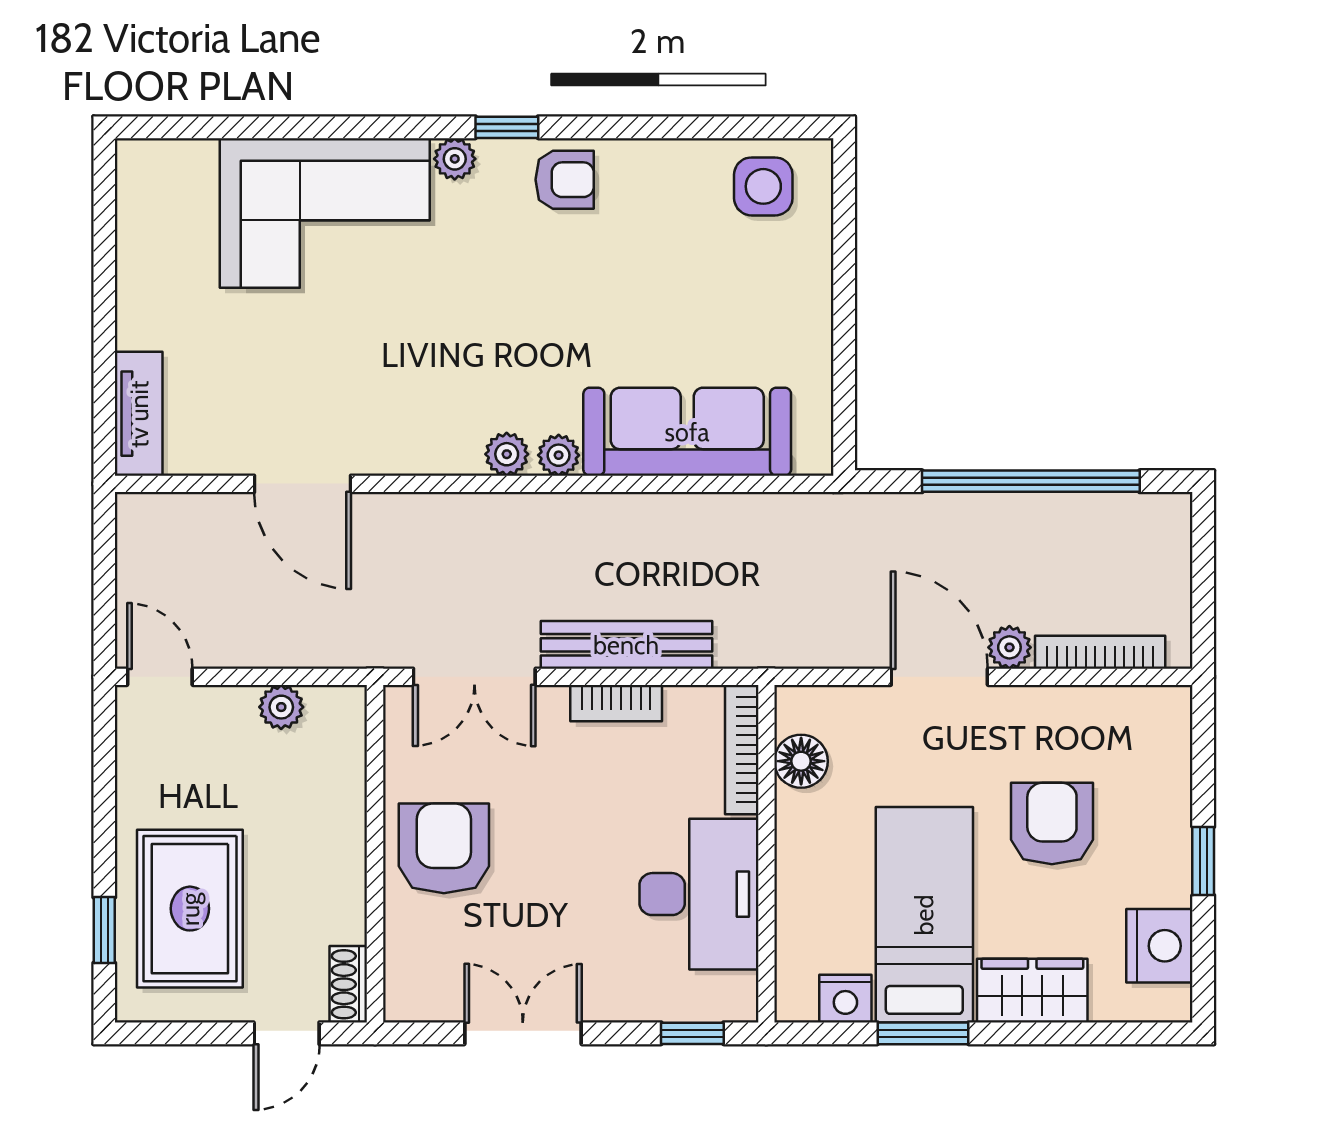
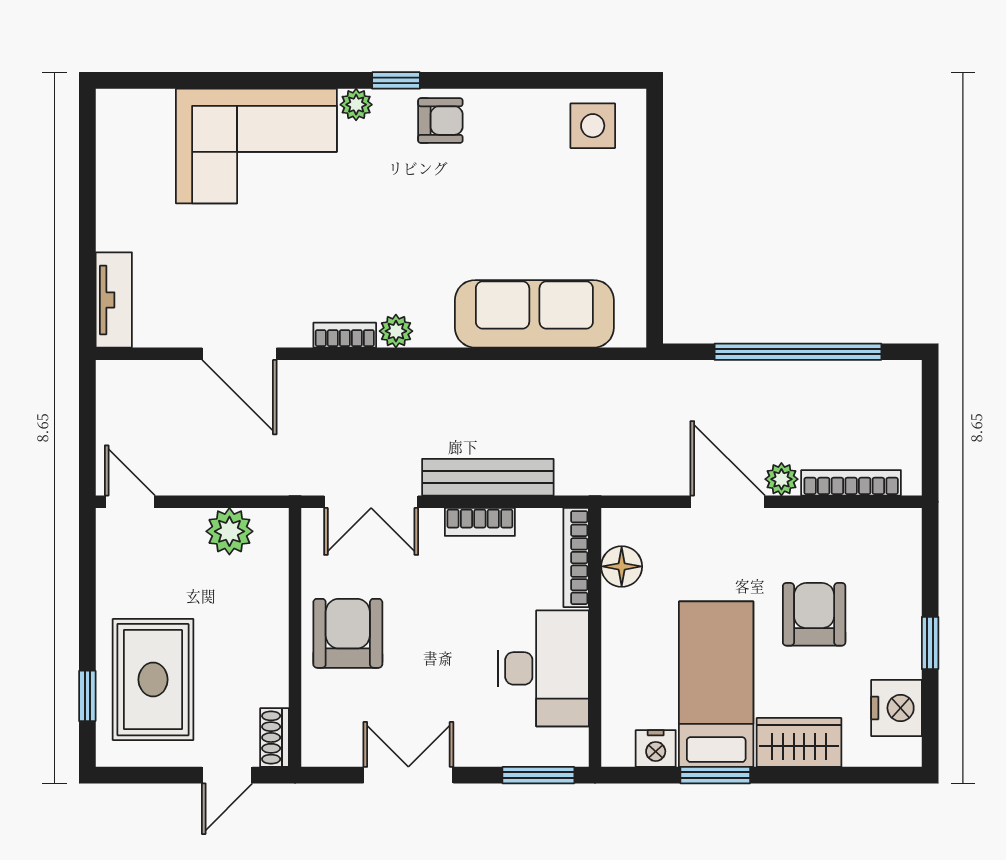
plant: (559, 455) -> (436, 332), removed
bookcase: (440, 459) -> (345, 335), added
plant: (281, 707) -> (229, 531), width x1.38, depth x1.38
window: (692, 1033) -> (538, 775), width x1.50

